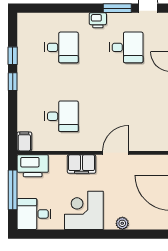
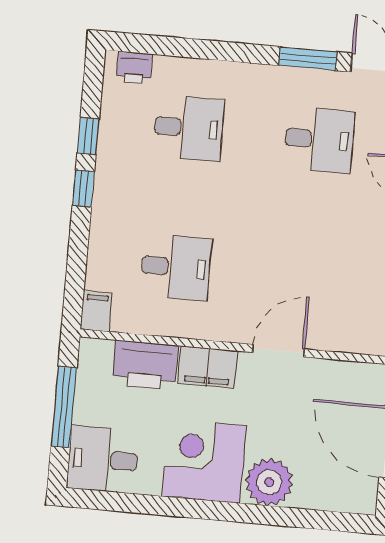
printer: (98, 20) -> (134, 68), moved
printer: (33, 166) -> (145, 365), moved
plant: (122, 223) -> (269, 482), width x1.87, depth x1.87

